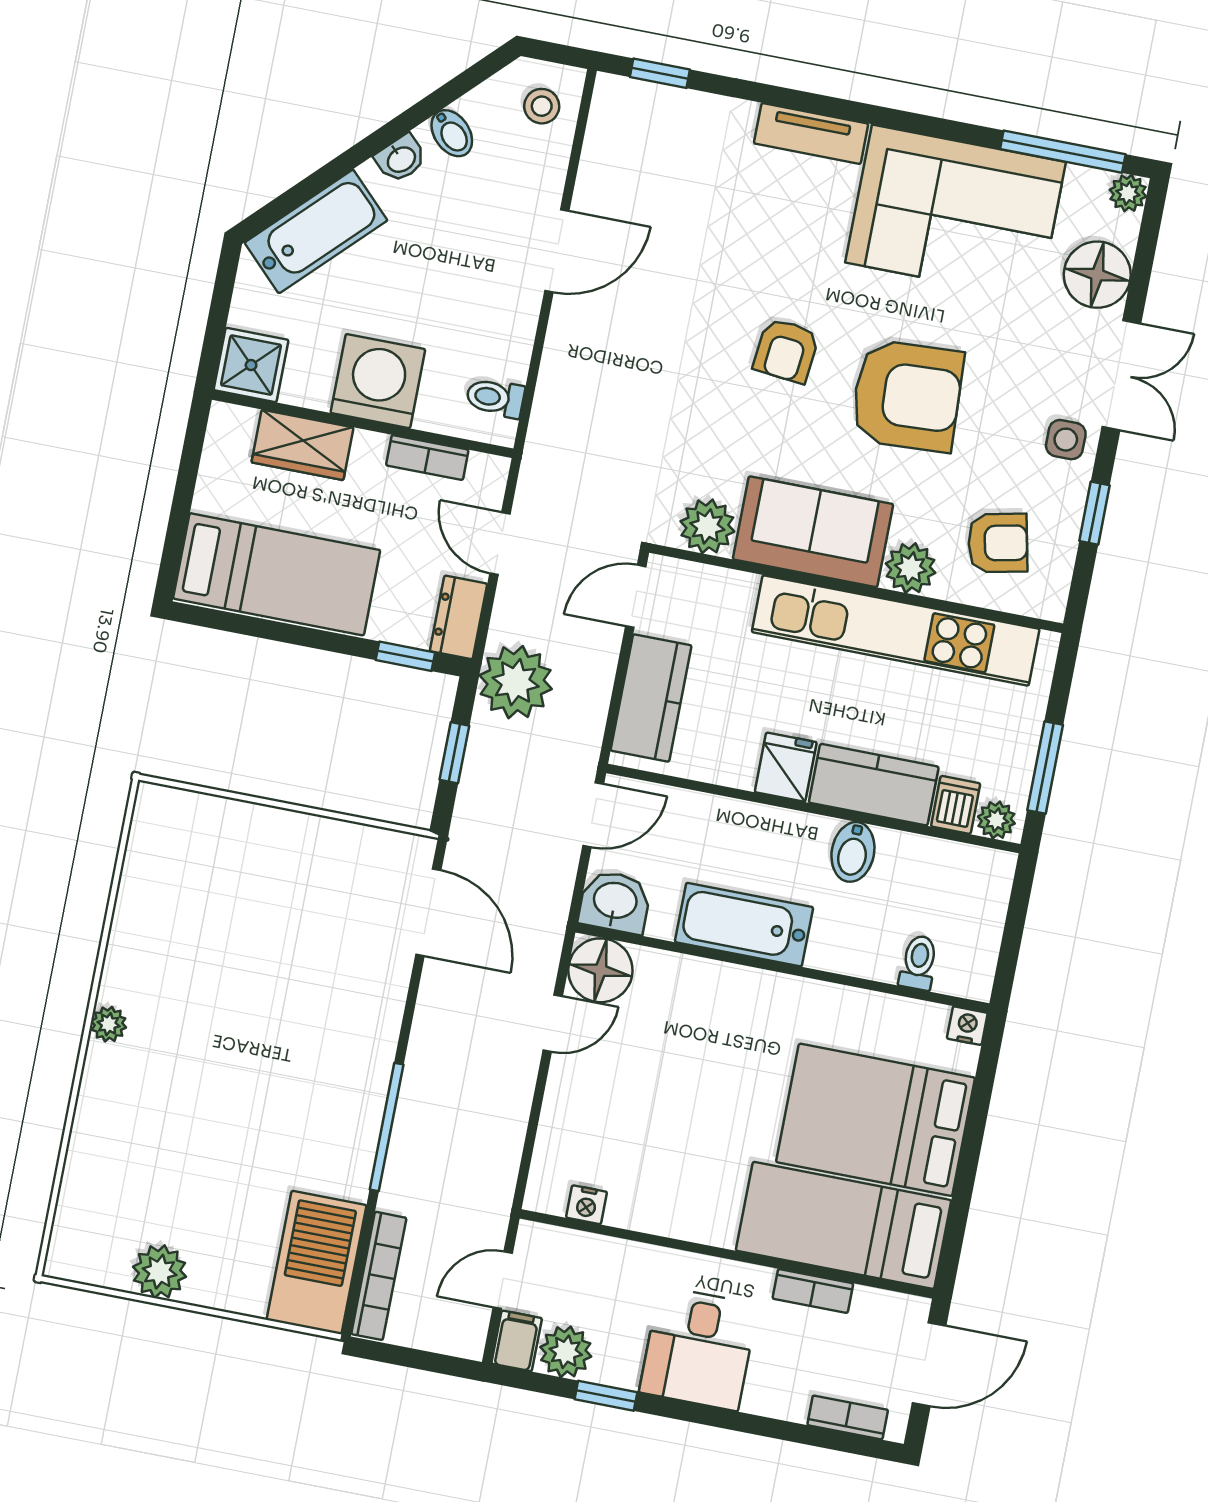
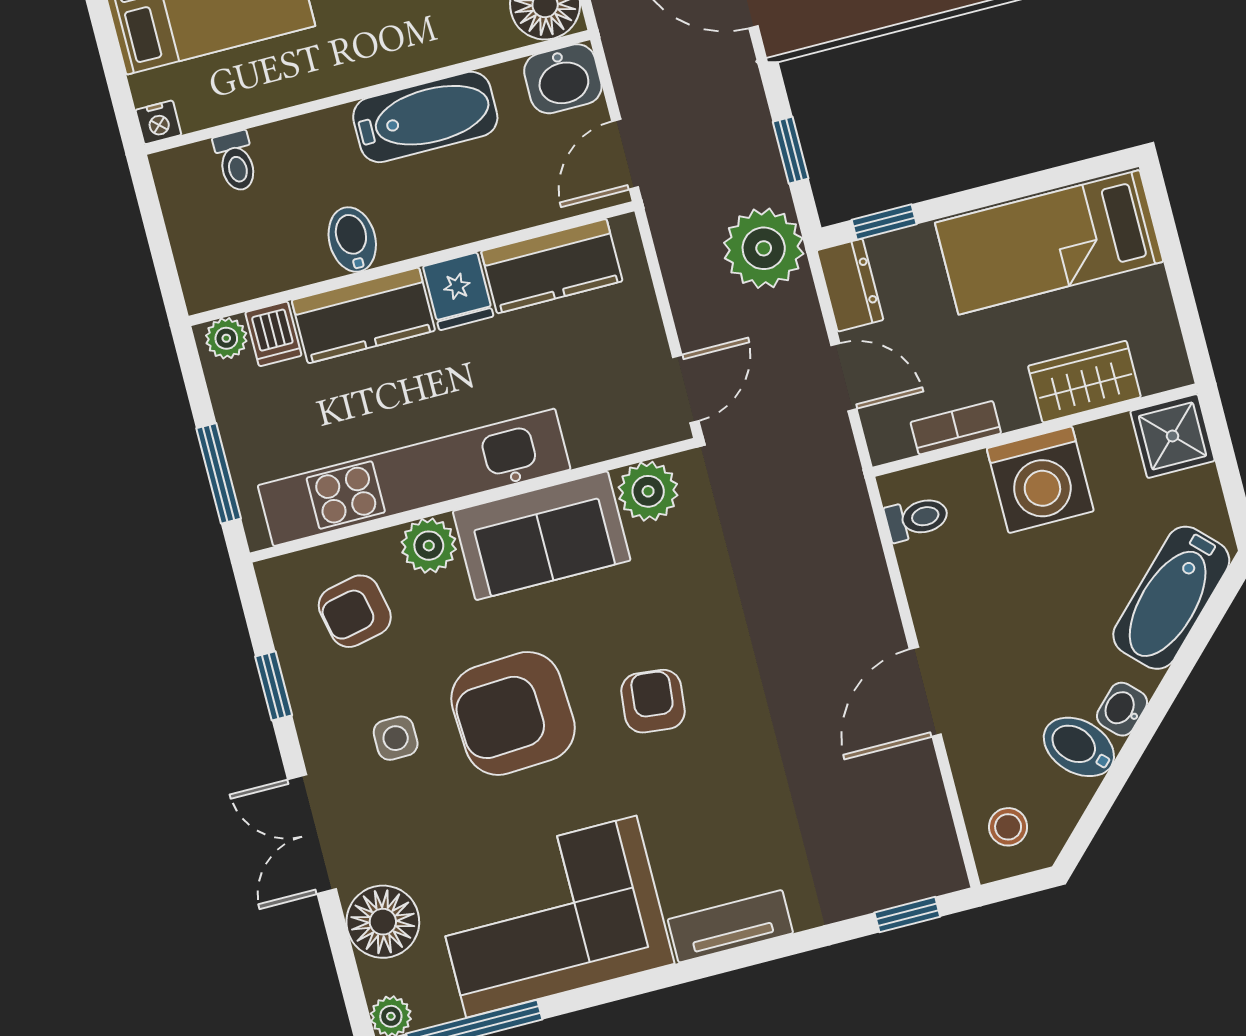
bidet: (452, 133) -> (1079, 747), width x1.38, depth x1.36
side table: (1066, 440) -> (396, 738), moved
kitchen counter: (651, 698) -> (552, 266), moved, turned -90
window: (1045, 767) -> (219, 473), moved

